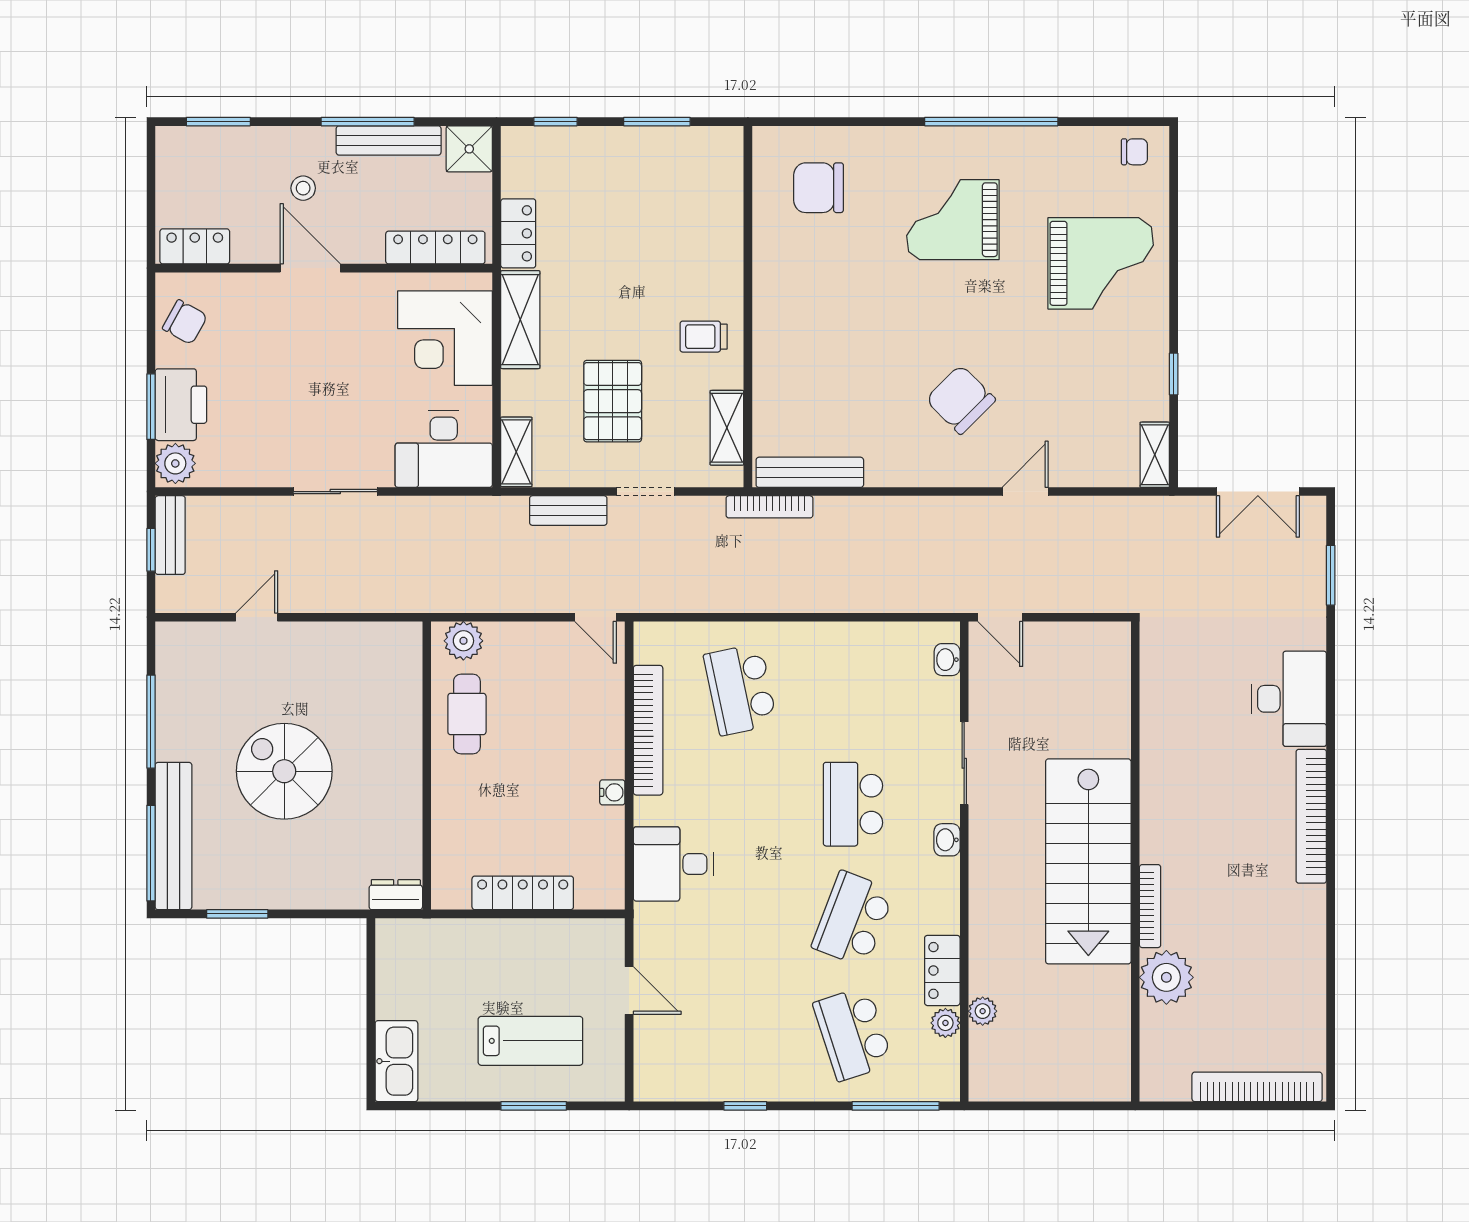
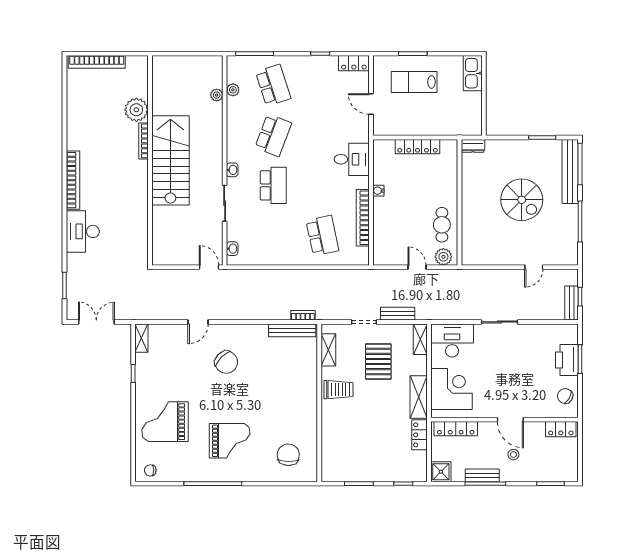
bench: (389, 140) -> (482, 475), width x0.73
chair: (819, 188) -> (288, 455), turned -89
trolley: (704, 337) -> (339, 390), width x1.36, depth x1.39
plant: (175, 463) -> (569, 334), removed
bookcase: (769, 507) -> (303, 315), width x0.64
door: (595, 617) -> (417, 267), moved
locker: (942, 970) -> (354, 63), moved, turned 90

